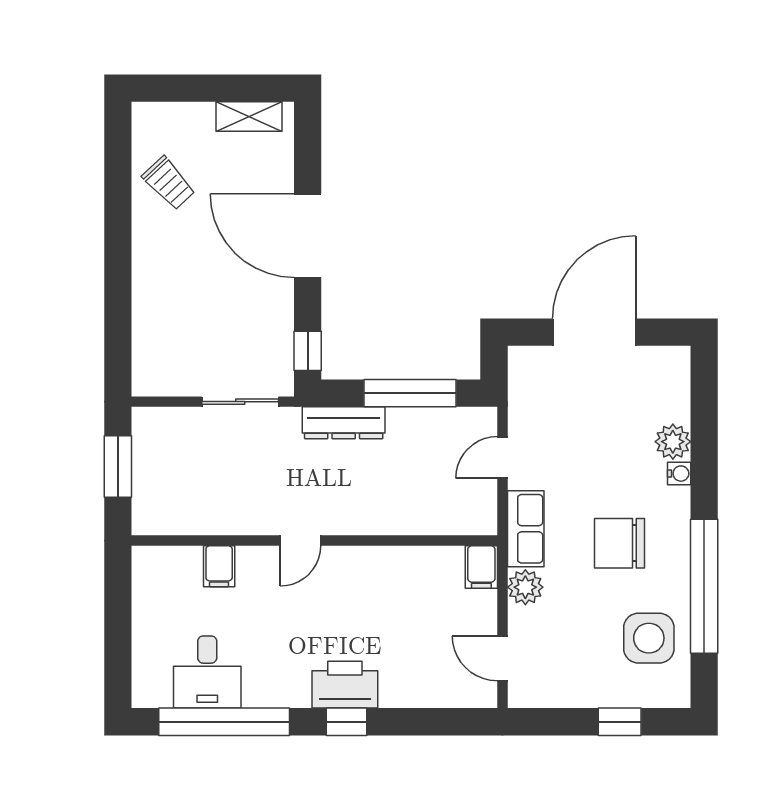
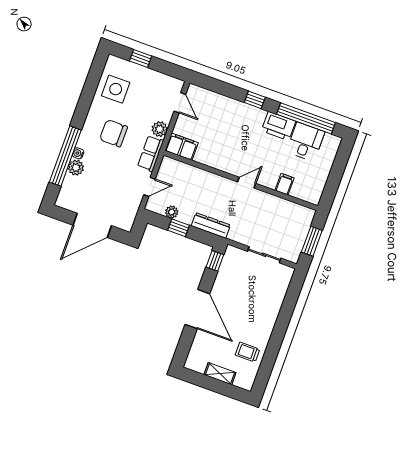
shelving: (249, 117) -> (220, 374), moved
trolley: (169, 183) -> (248, 352), turned -47
window: (410, 393) -> (178, 228), width x0.46
sliding door: (240, 402) -> (264, 255), moved
plant: (436, 421) -> (172, 212), added
chair: (620, 543) -> (114, 133), turned 180
filing cabinet: (481, 567) -> (182, 147), width x2.00
window: (704, 586) -> (65, 156), moved
printer: (345, 685) -> (279, 126), moved

